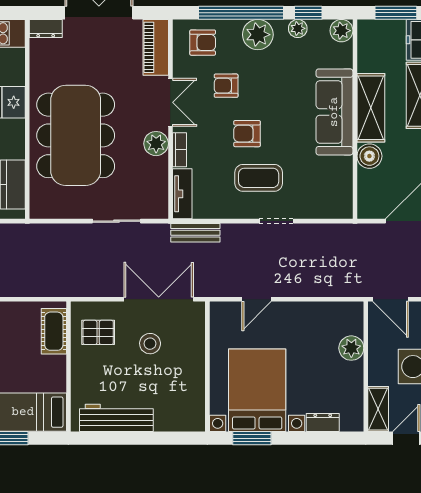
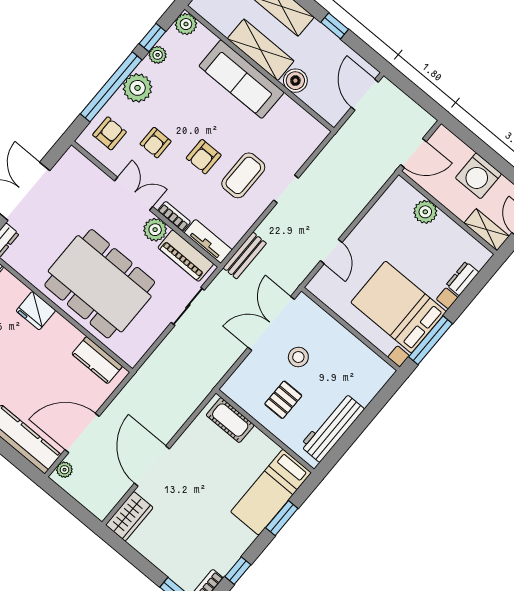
piano: (156, 47) -> (186, 256), moved
pallet: (98, 332) -> (283, 400), moved
window: (252, 438) -> (430, 340), width x1.44

